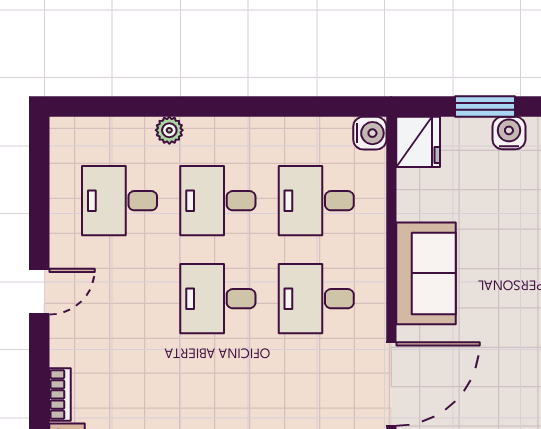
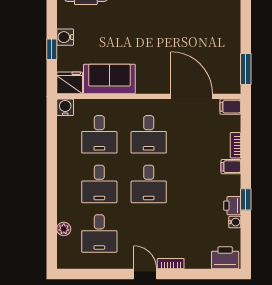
window: (485, 106) -> (52, 49), width x0.67
plant: (169, 130) -> (64, 229), moved
sofa: (426, 273) -> (109, 79), moved
bookcase: (60, 394) -> (171, 264), moved

